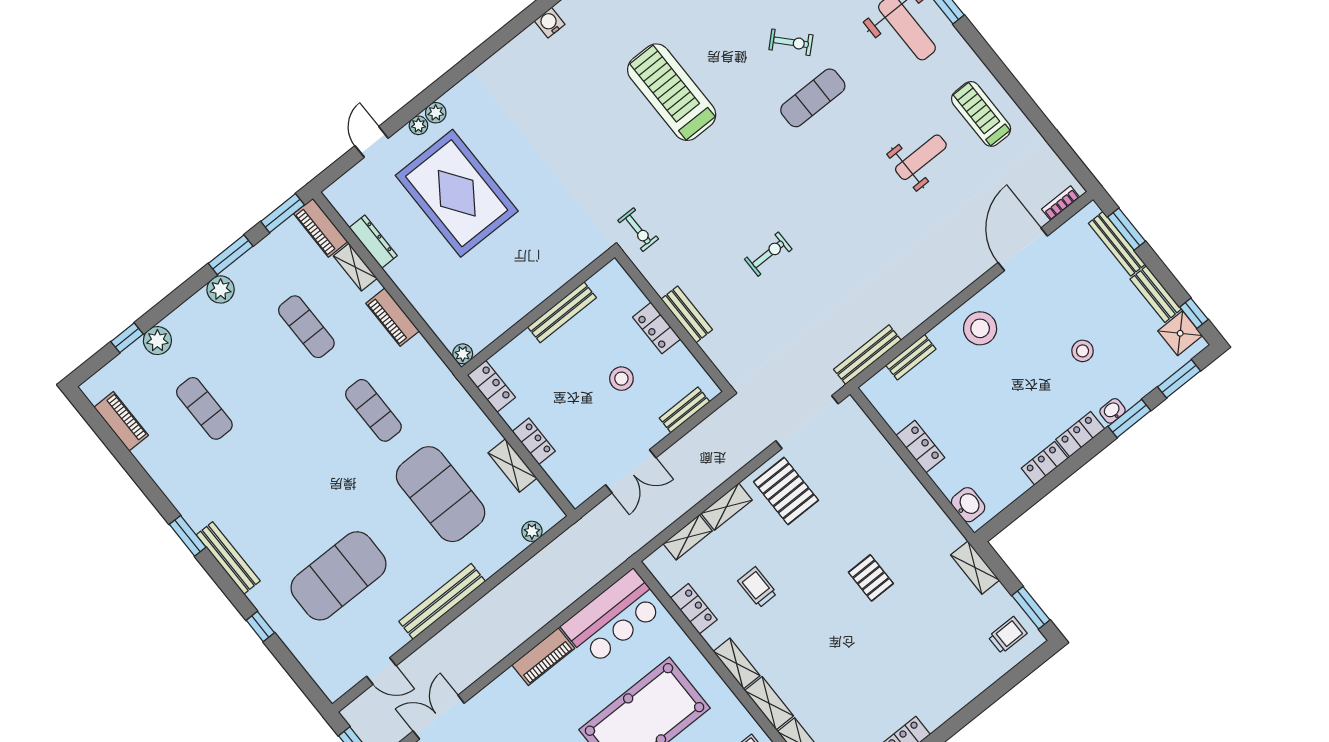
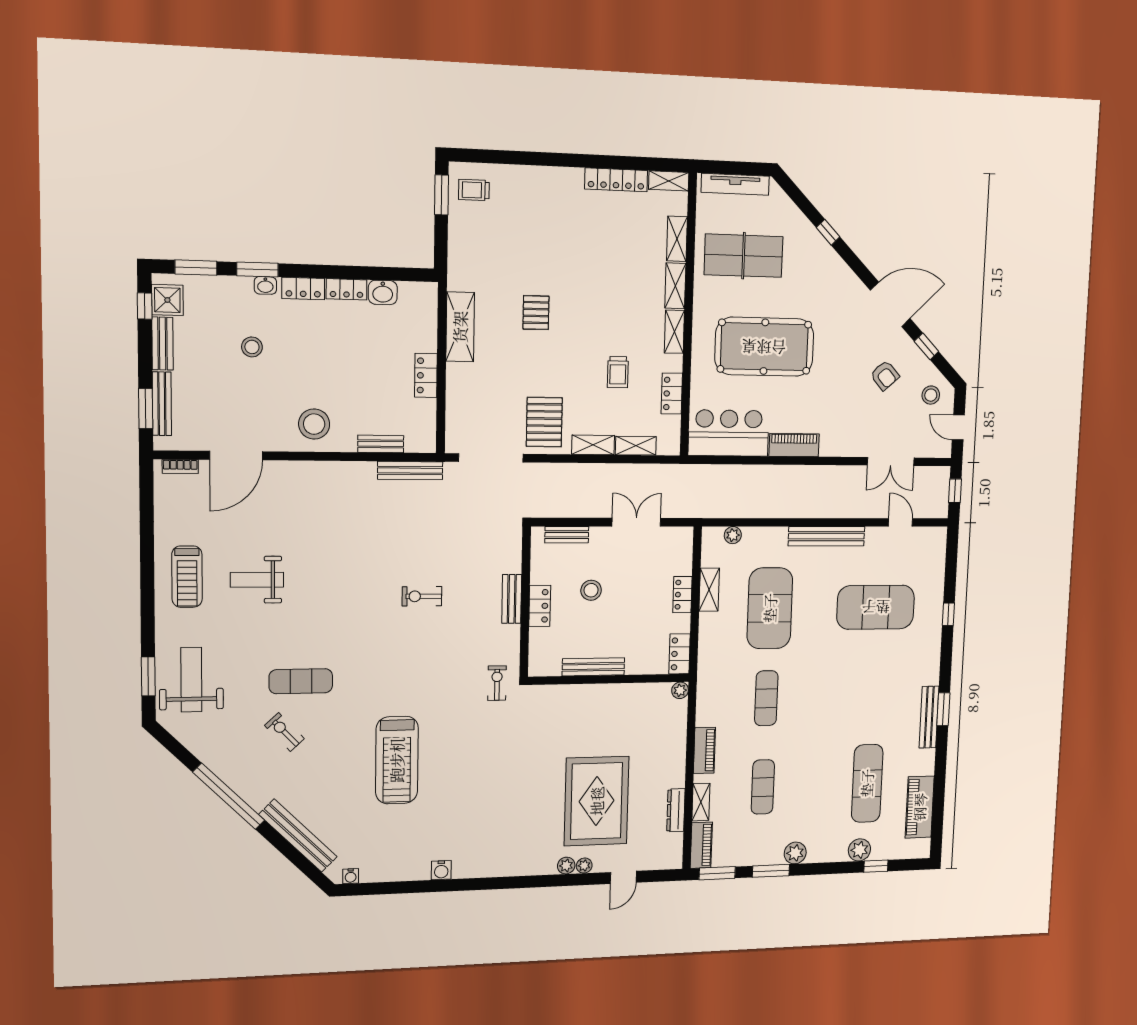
exercise mat: (204, 408) -> (867, 783), width x1.36, depth x1.45
piano: (121, 421) -> (920, 807), width x1.37, depth x1.33
washbasin: (968, 505) -> (383, 292), moved, turned -90
bench: (228, 558) -> (929, 717), moved
shelving: (975, 568) -> (460, 327), moved, width x1.50, depth x1.33

